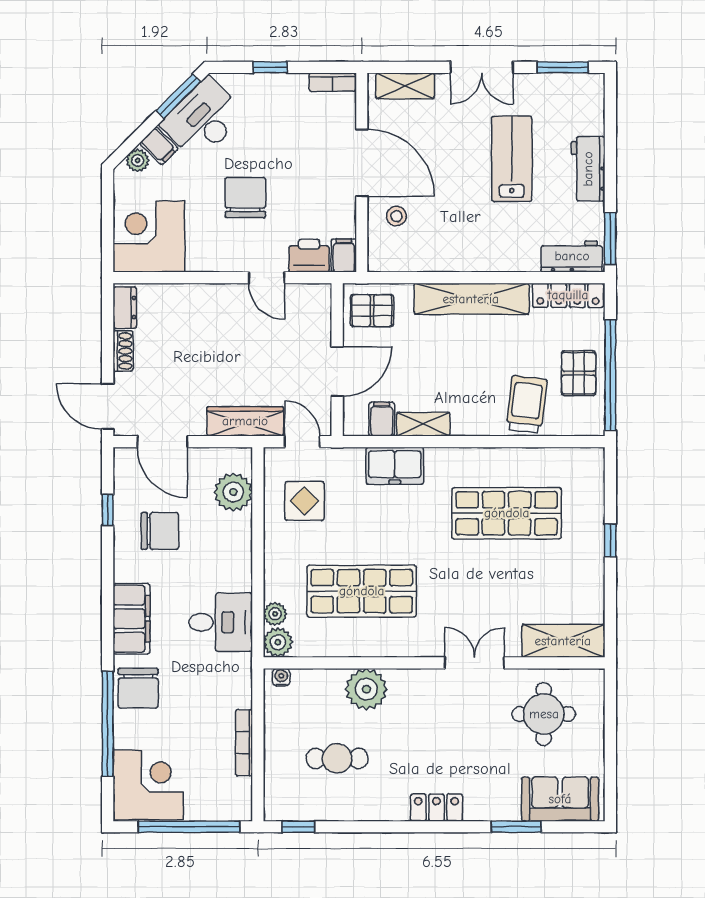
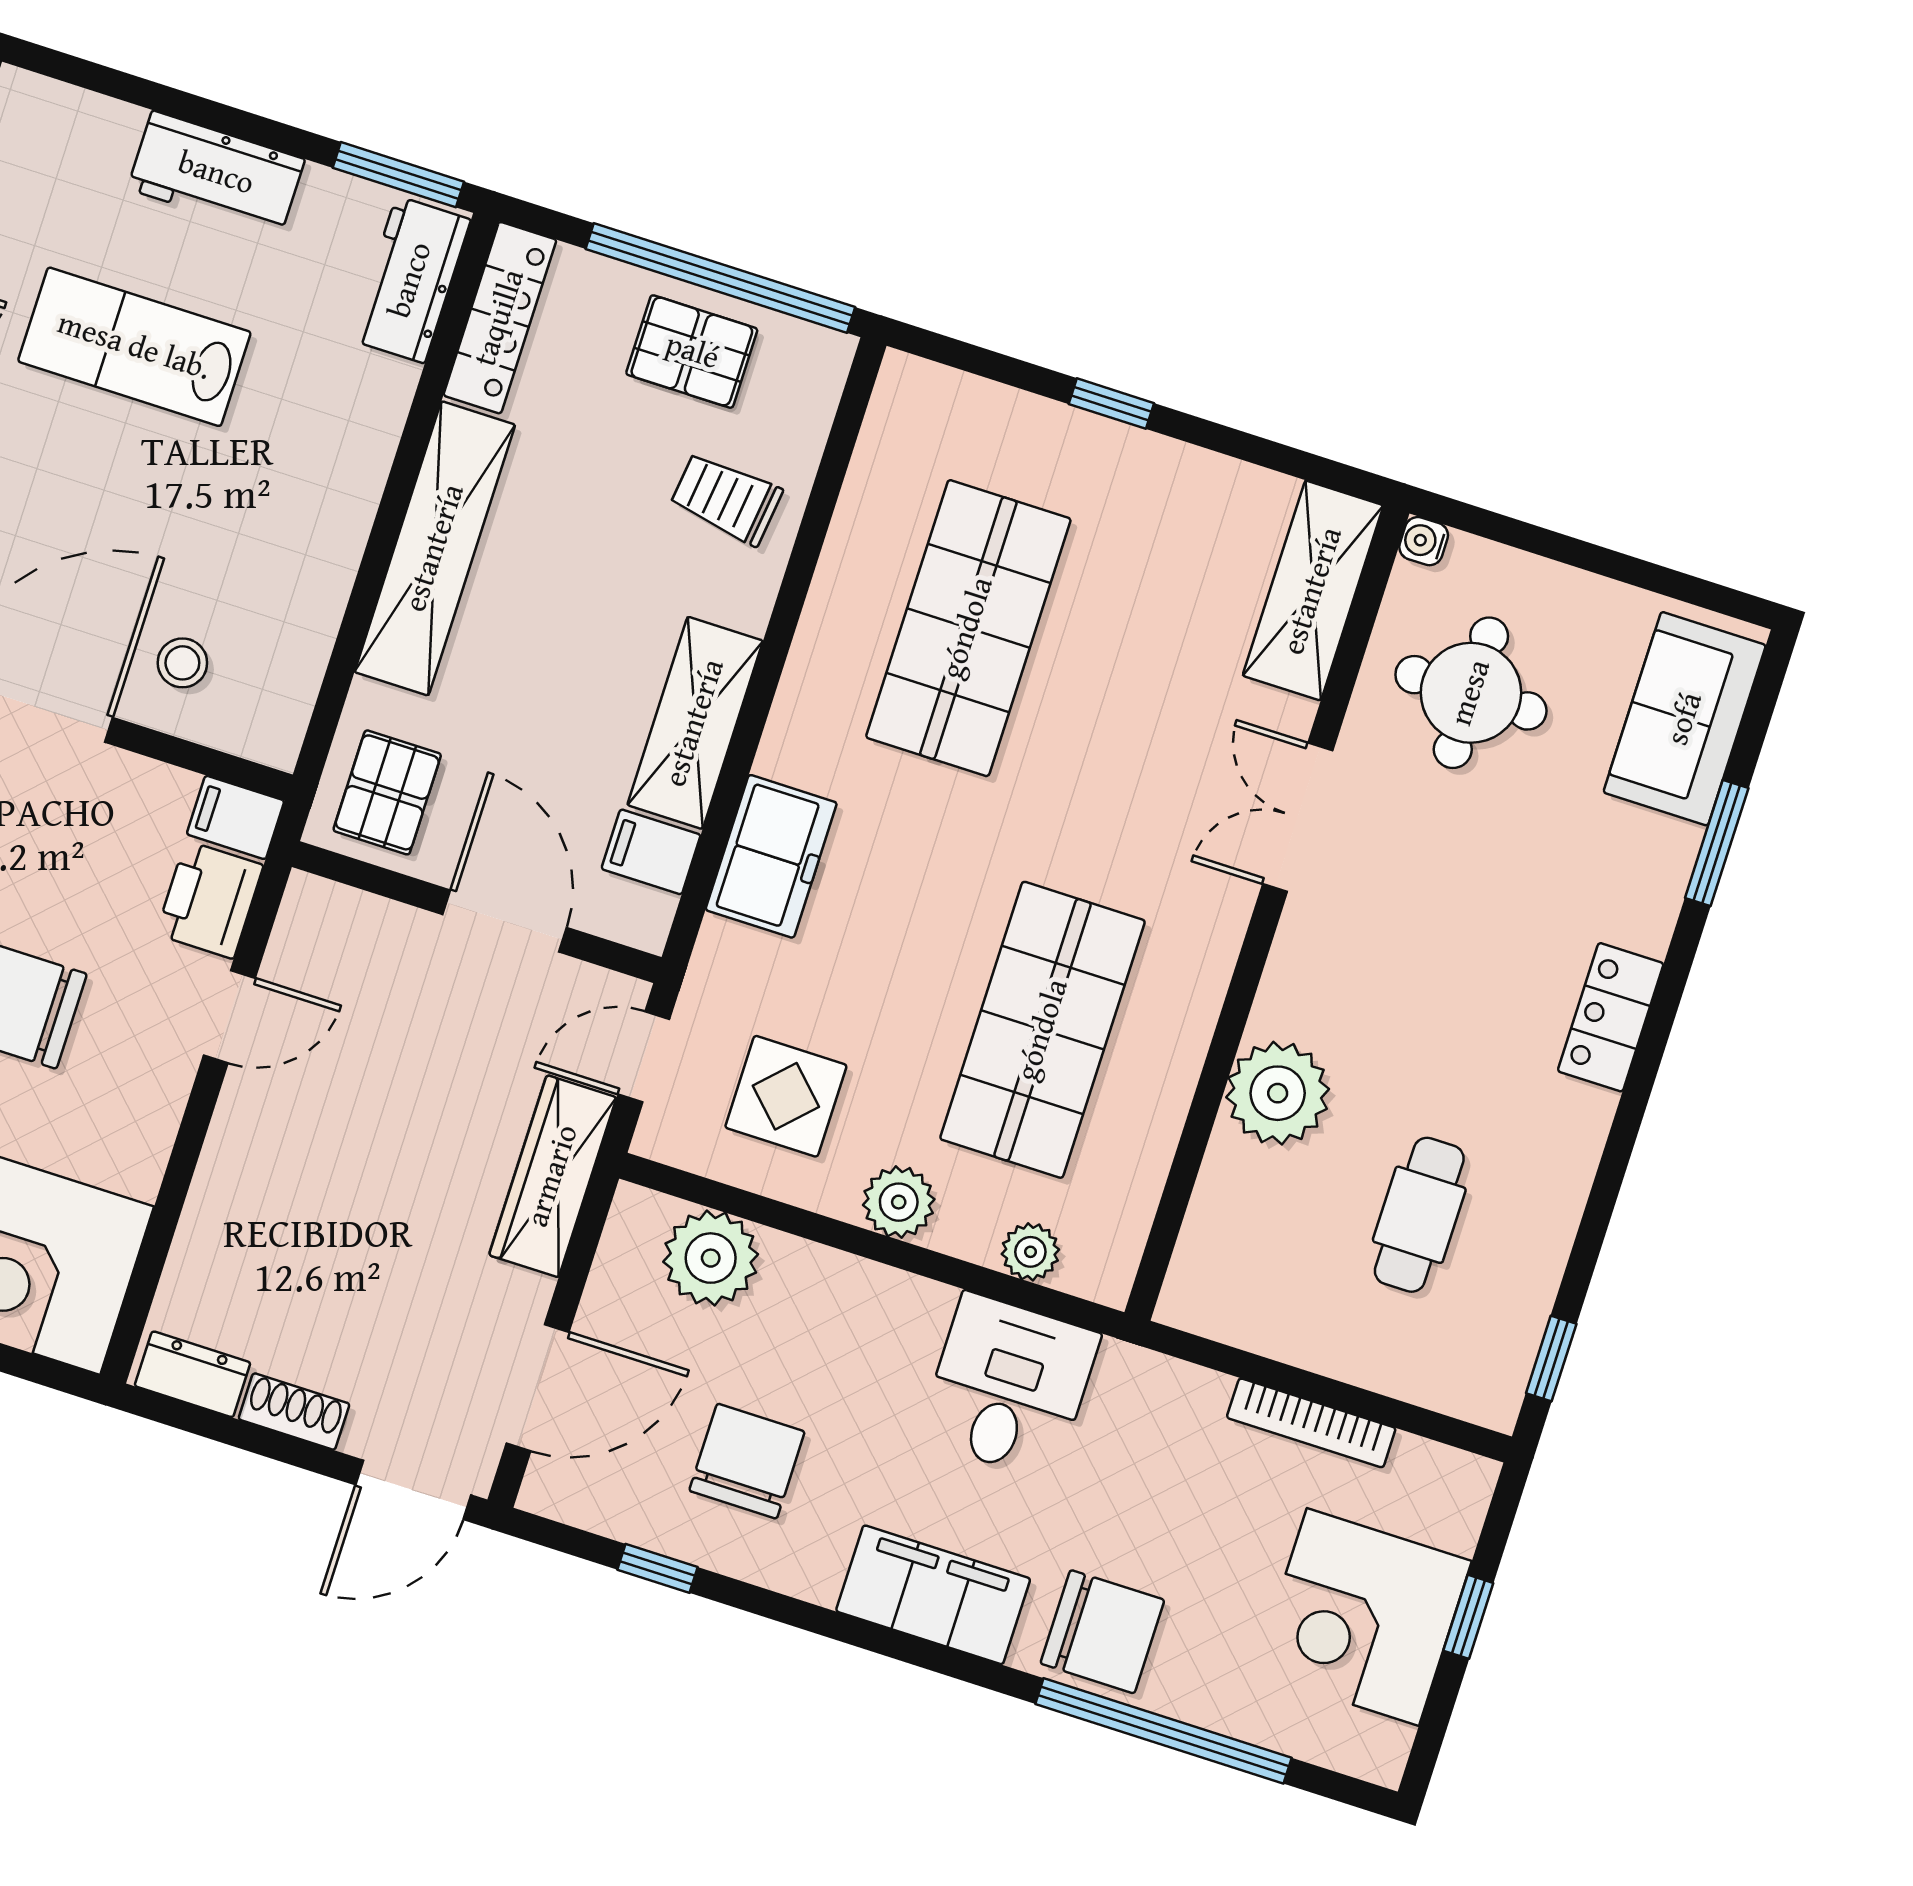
trolley: (527, 404) -> (726, 498), width x0.73, depth x0.72
shelving: (423, 424) -> (695, 723), width x1.50, depth x1.33
plant: (278, 642) -> (899, 1202), moved
water cooler: (281, 677) -> (1424, 541), moved
corner desk: (148, 785) -> (1363, 1617), moved, turned -90
window: (189, 827) -> (1468, 1617), width x0.32

